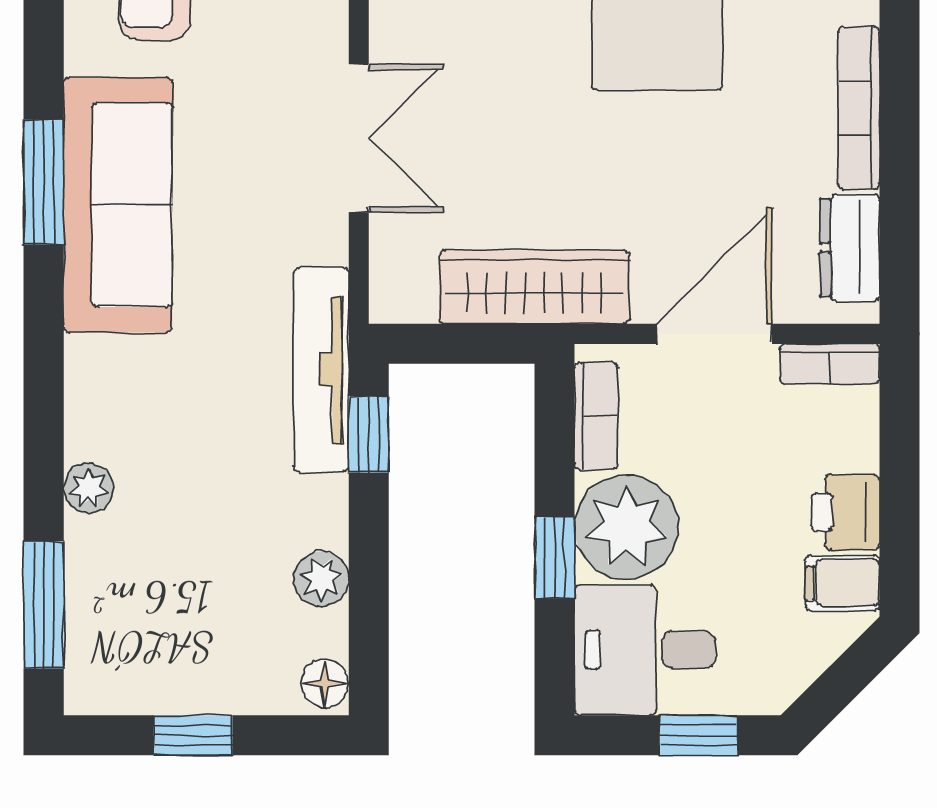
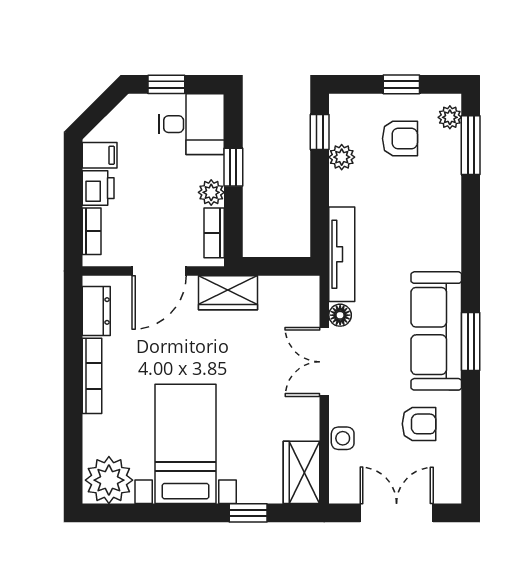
wardrobe: (534, 287) -> (228, 293), width x0.67
bookcase: (829, 364) -> (92, 231), moved, turned 90
window: (369, 434) -> (320, 132), moved
plant: (89, 489) -> (450, 117), moved
plant: (626, 527) -> (211, 192), width x0.53, depth x0.53
armchair: (196, 619) -> (400, 139), added
floor lamp: (325, 684) -> (340, 315), moved

